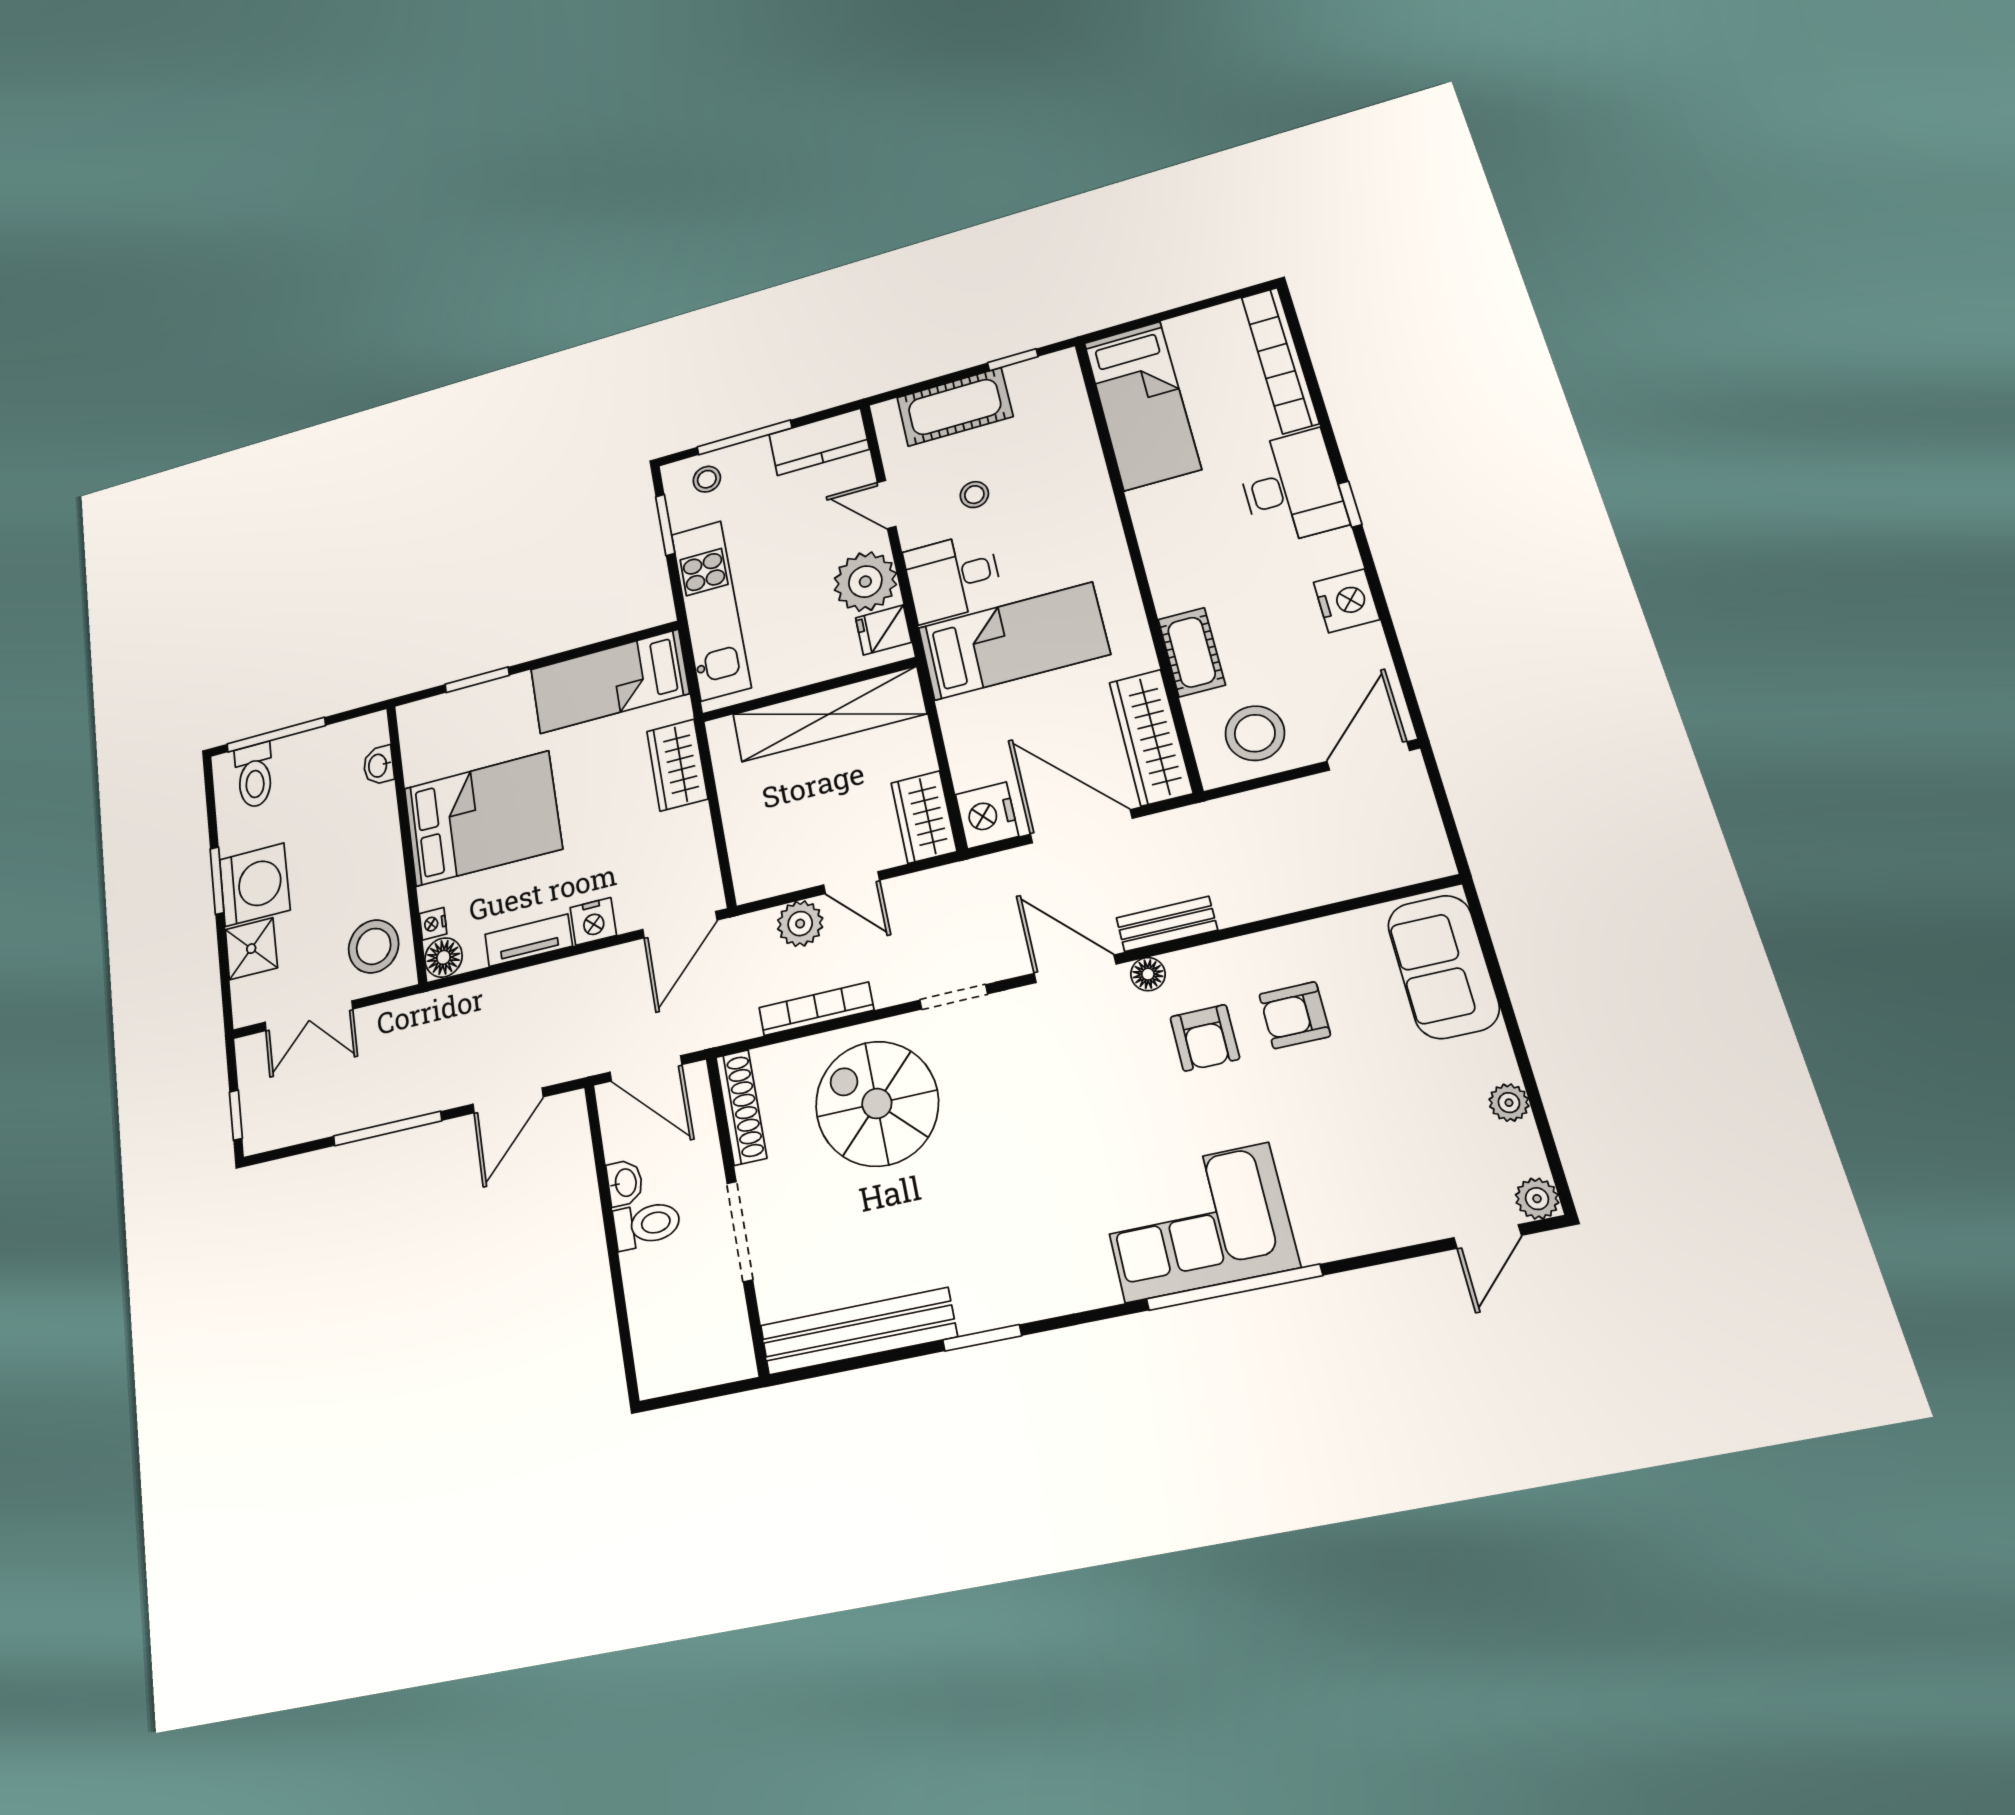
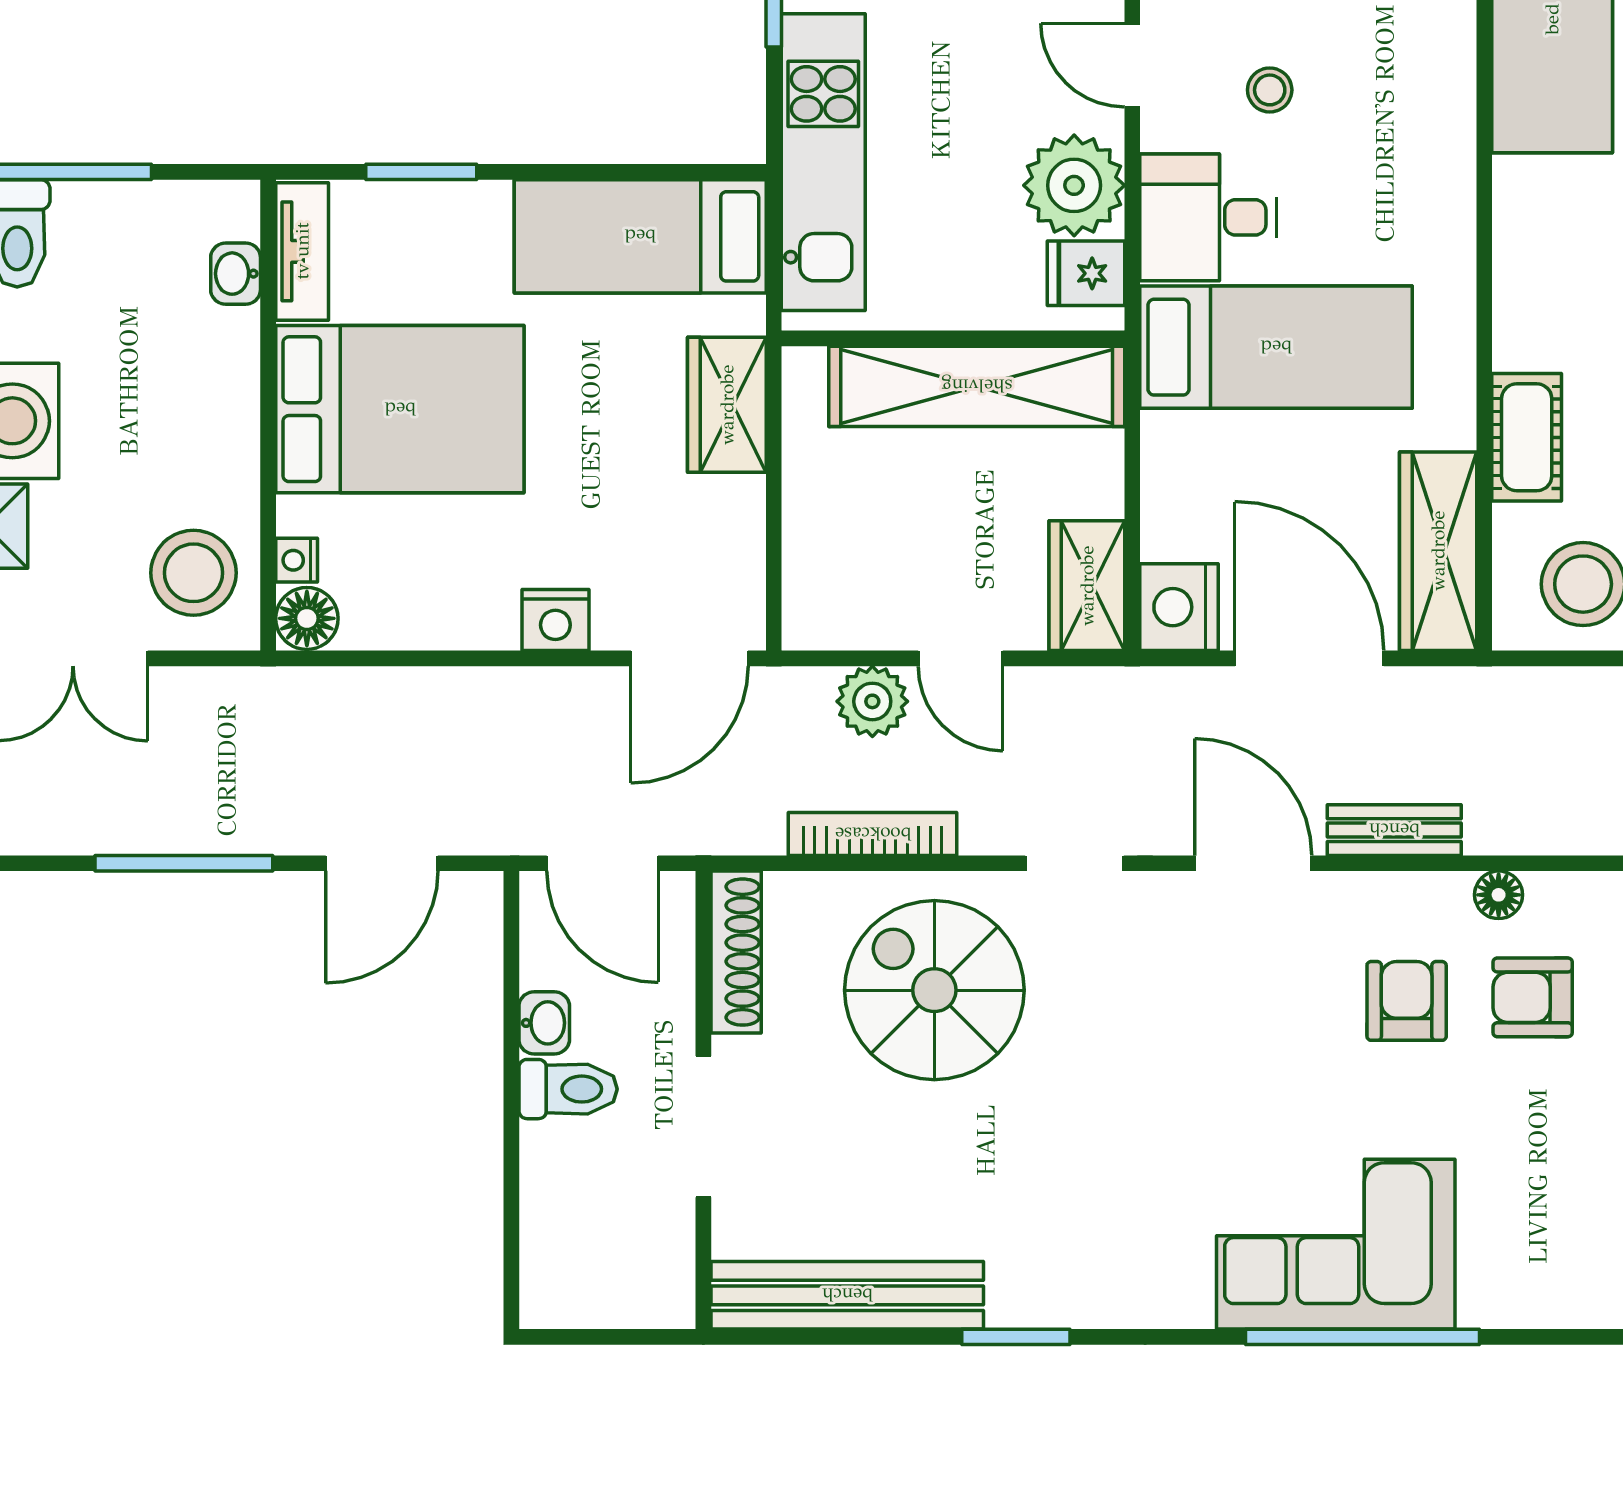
tv unit: (529, 940) -> (302, 251), moved, turned 90
floor lamp: (1148, 974) -> (1499, 895), moved
armchair: (1205, 1038) -> (1407, 1001), turned 180

